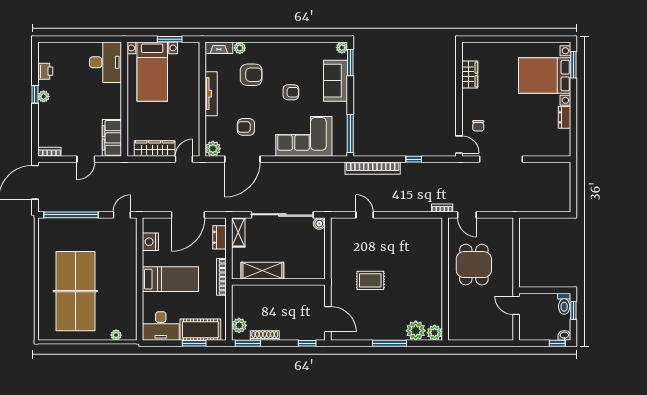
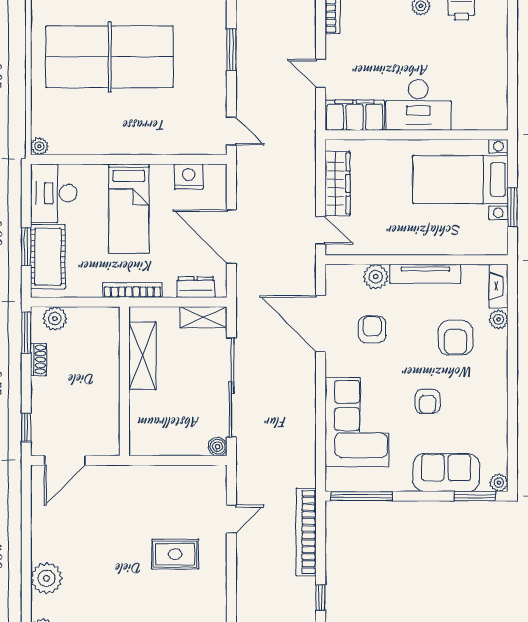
desk: (106, 62) -> (418, 105), moved
plant: (213, 149) -> (376, 277), moved
window: (71, 215) -> (231, 50), width x0.47
rug: (370, 280) -> (175, 554), moved, turned 90
plant: (416, 331) -> (47, 578), moved
plant: (116, 335) -> (39, 146), moved
shoe rack: (265, 336) -> (39, 359), width x0.70
window: (389, 343) -> (26, 559), removed

